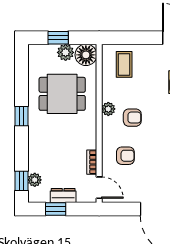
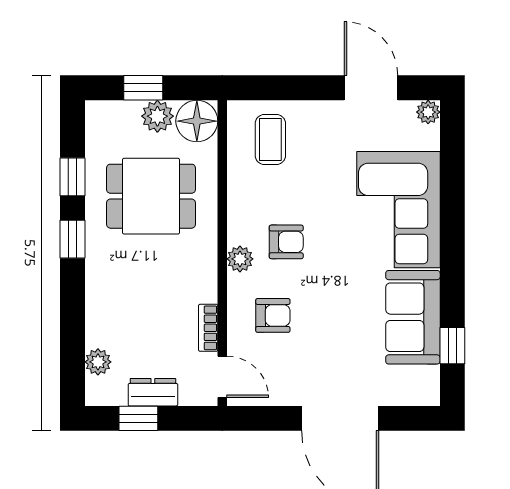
plant: (108, 109) -> (240, 259), moved
window: (21, 181) -> (72, 177), moved

